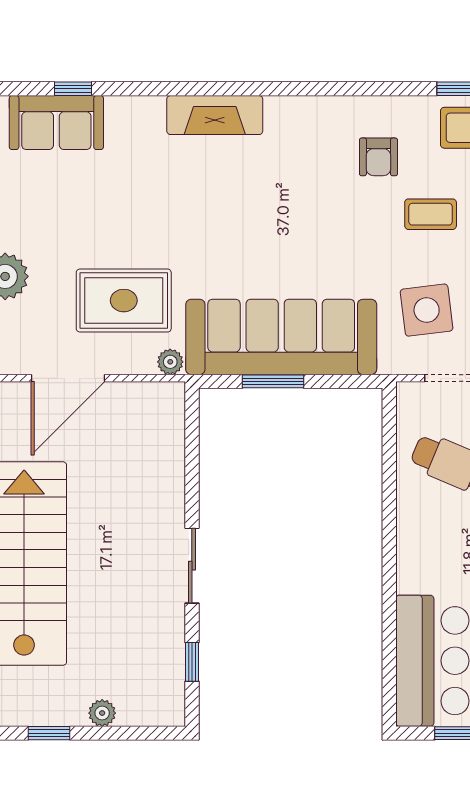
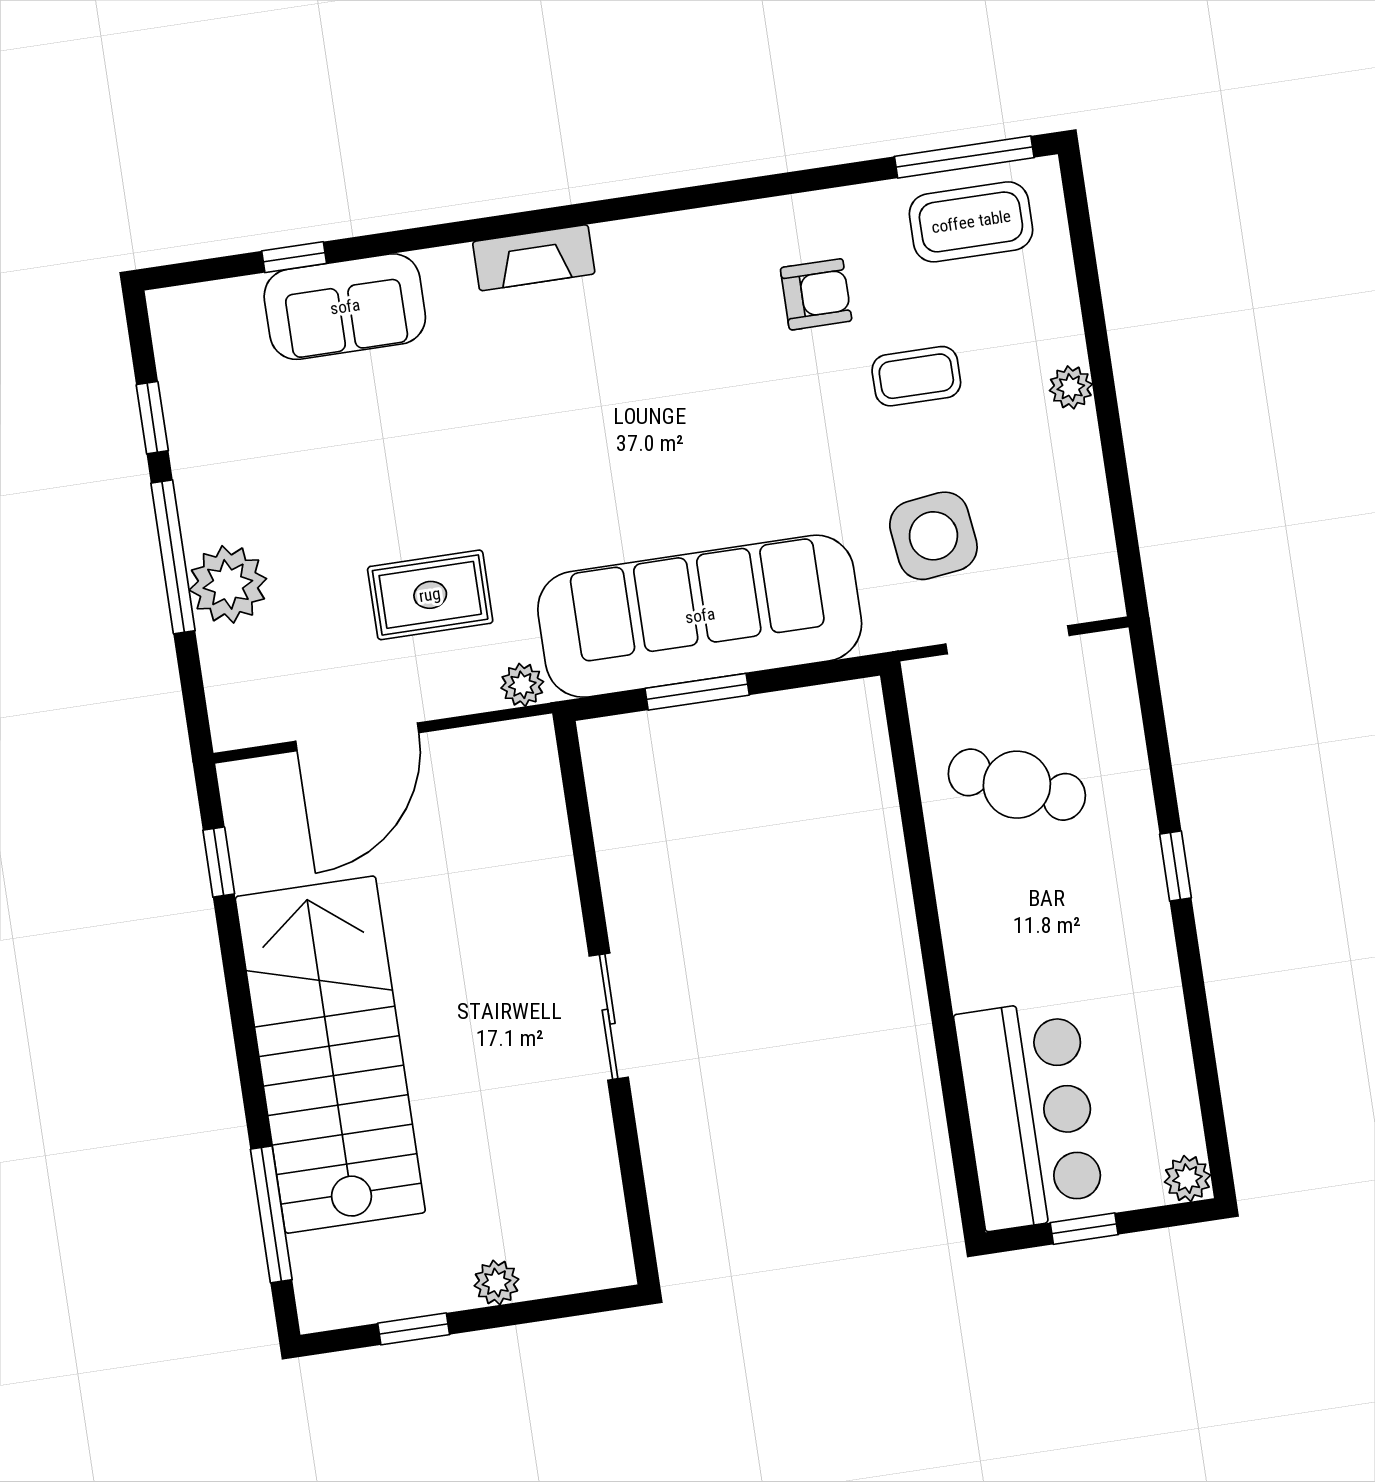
fireplace: (215, 115) -> (534, 258), width x0.73, depth x0.76
sofa: (56, 123) -> (345, 307), moved
armchair: (378, 157) -> (816, 294), turned -90
rug: (124, 301) -> (430, 595), width x0.73, depth x0.70
window: (192, 662) -> (632, 1176), removed

